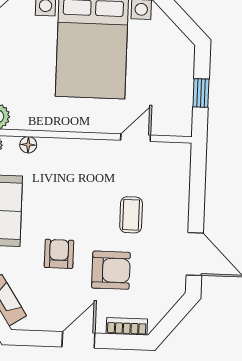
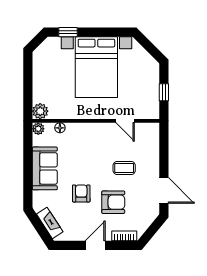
door: (136, 138) -> (125, 121), swing flipped
coffee table: (131, 215) -> (124, 168), turned 90

